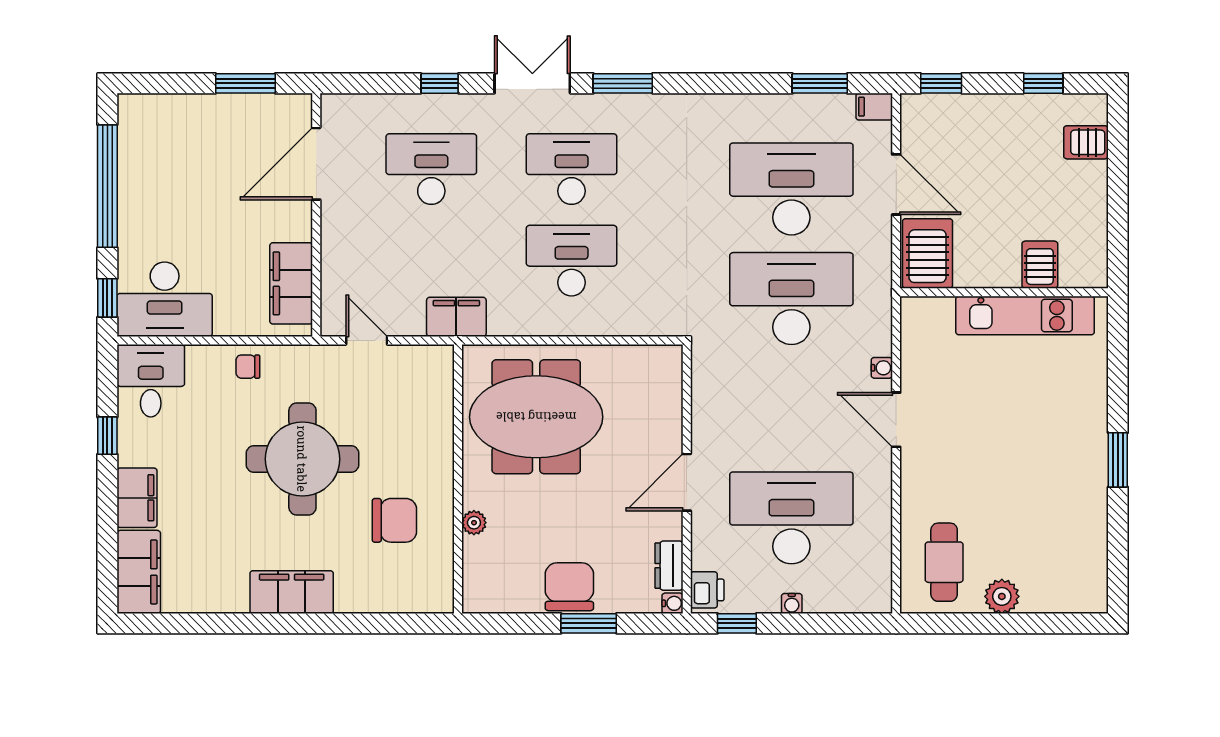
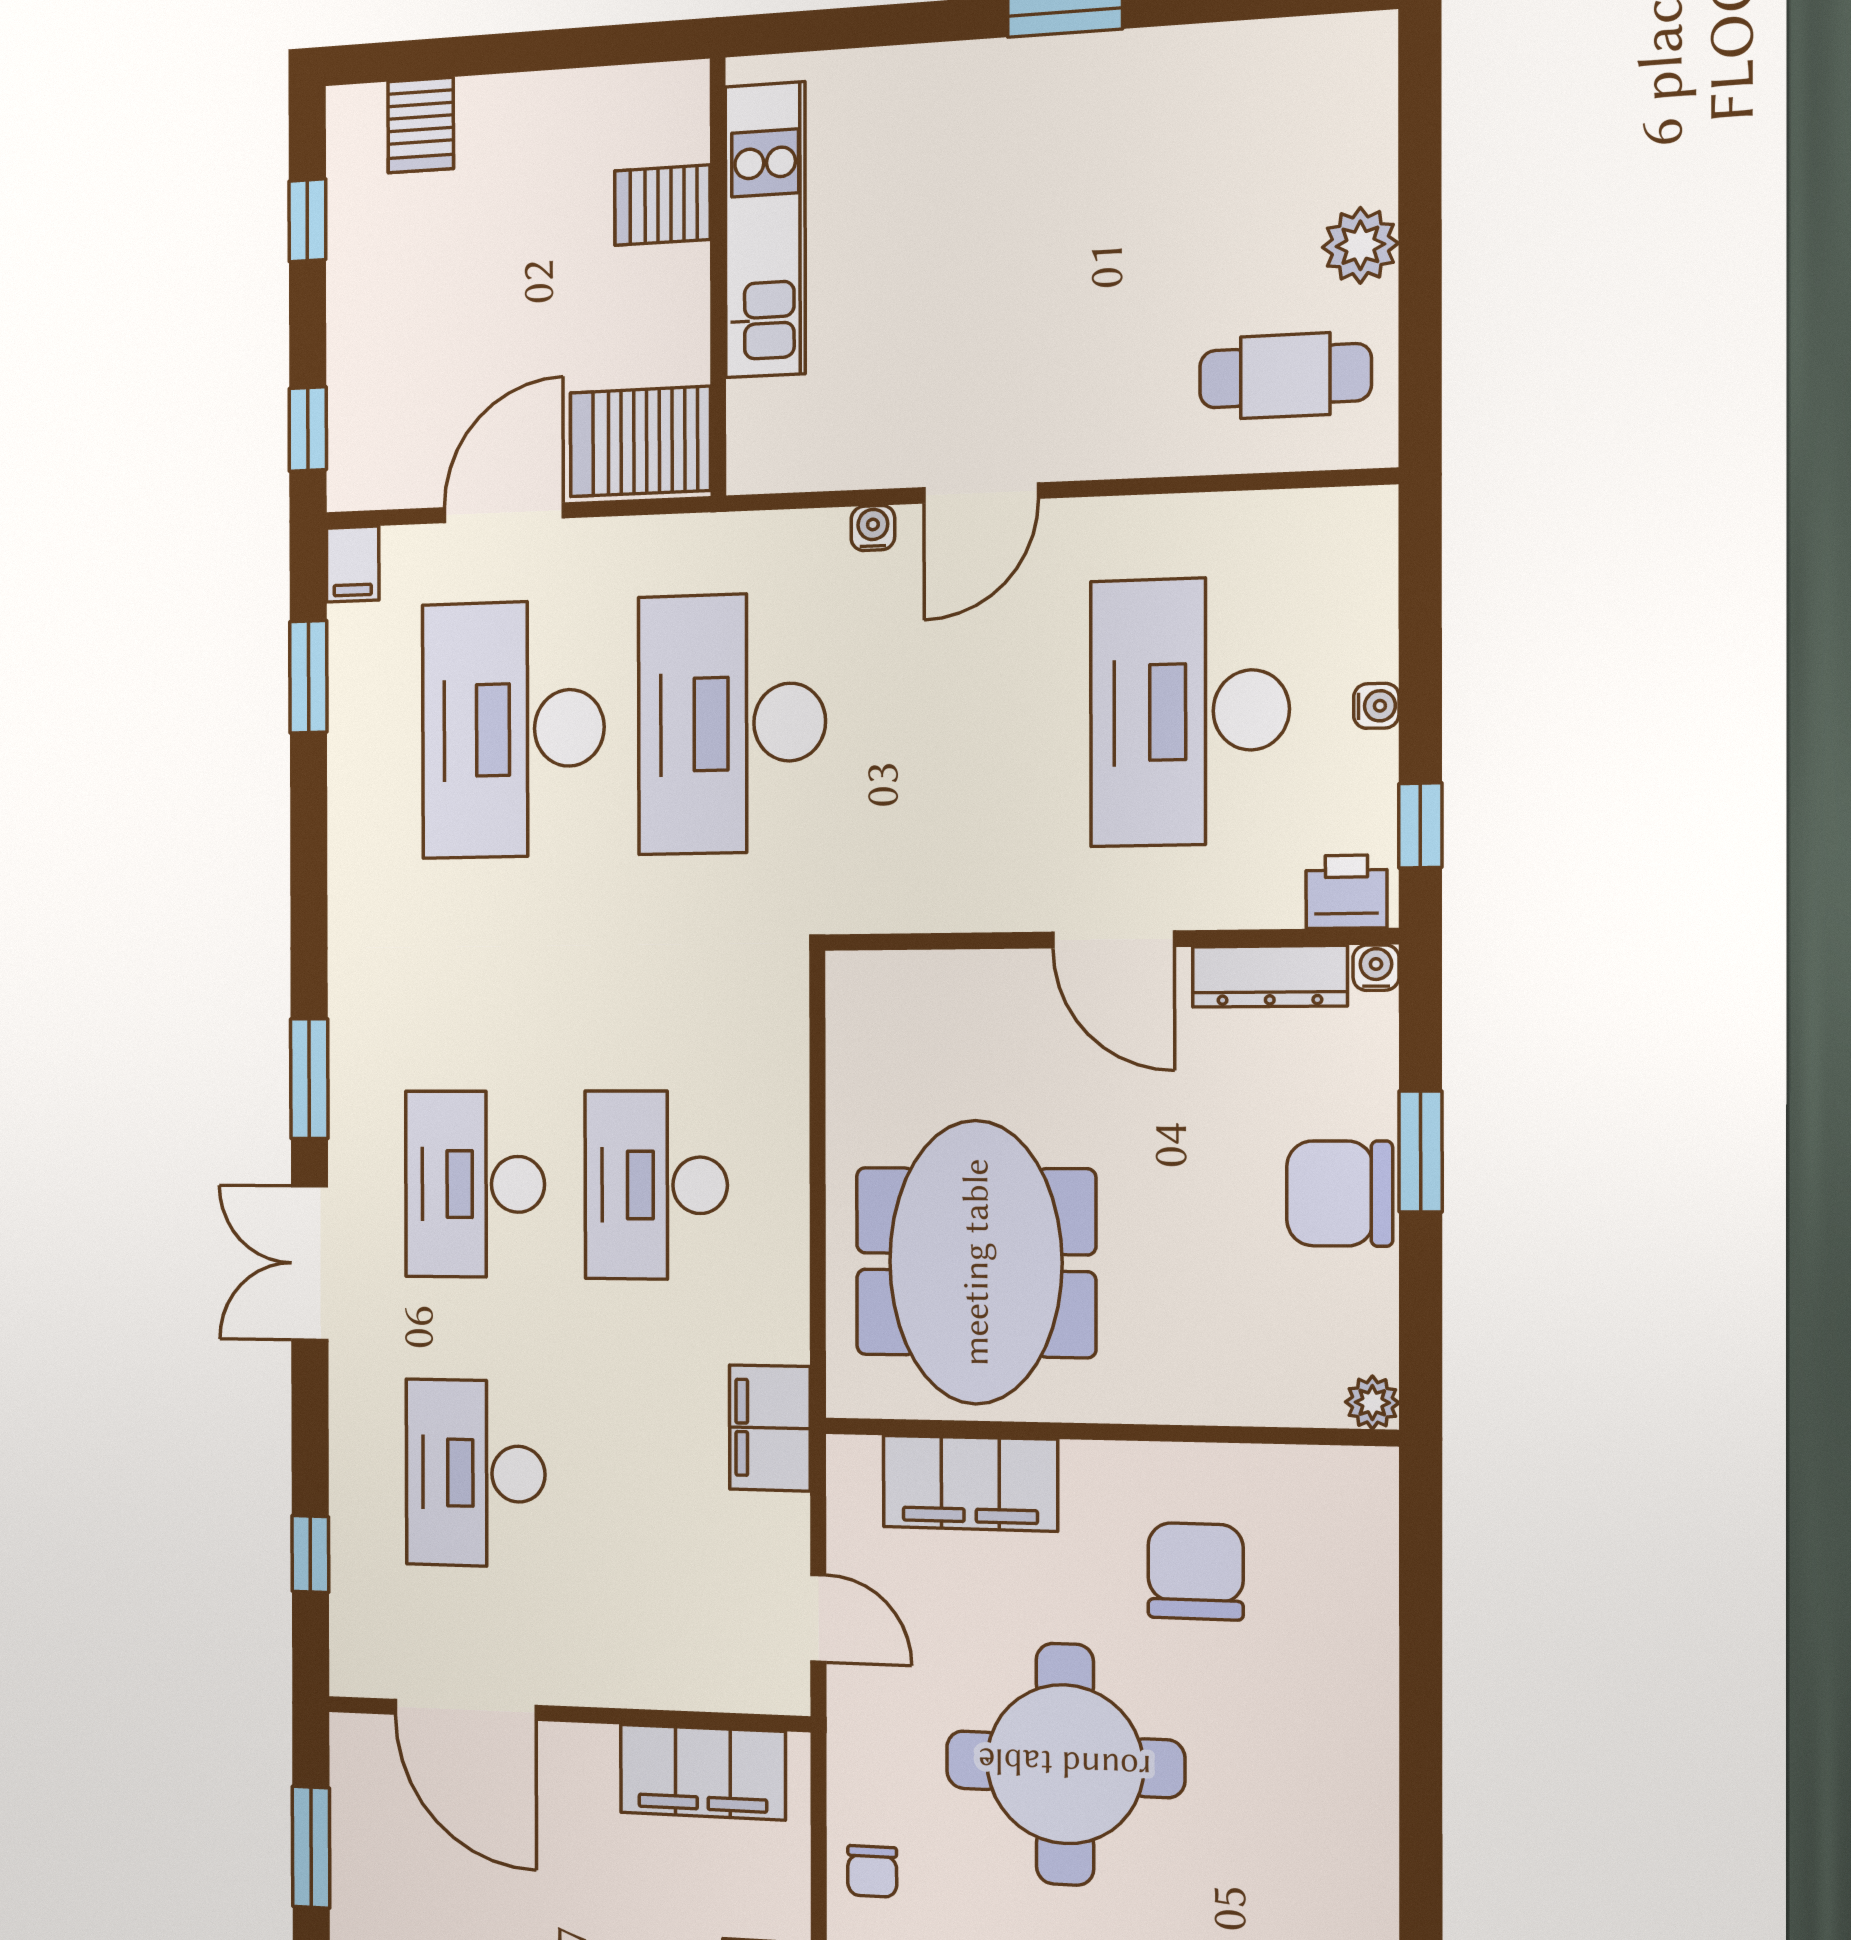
window: (440, 83) -> (310, 1554), moved
door: (367, 340) -> (818, 1618), swing flipped
plant: (474, 523) -> (1372, 1402), moved
dresser: (669, 566) -> (1270, 976), width x1.44
filing cabinet: (292, 592) -> (970, 1483), moved, turned -90

